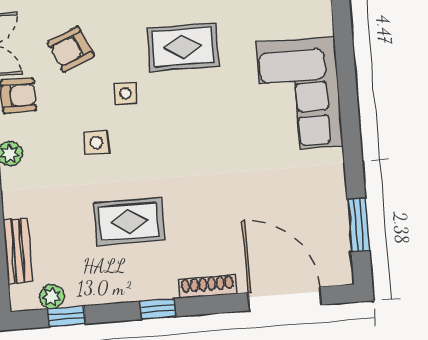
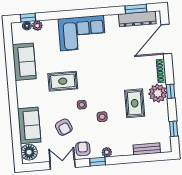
rug: (183, 47) -> (63, 81), turned 90
dresser: (334, 228) -> (137, 19), added
plant: (52, 297) -> (158, 93), moved, width x1.87, depth x1.87

